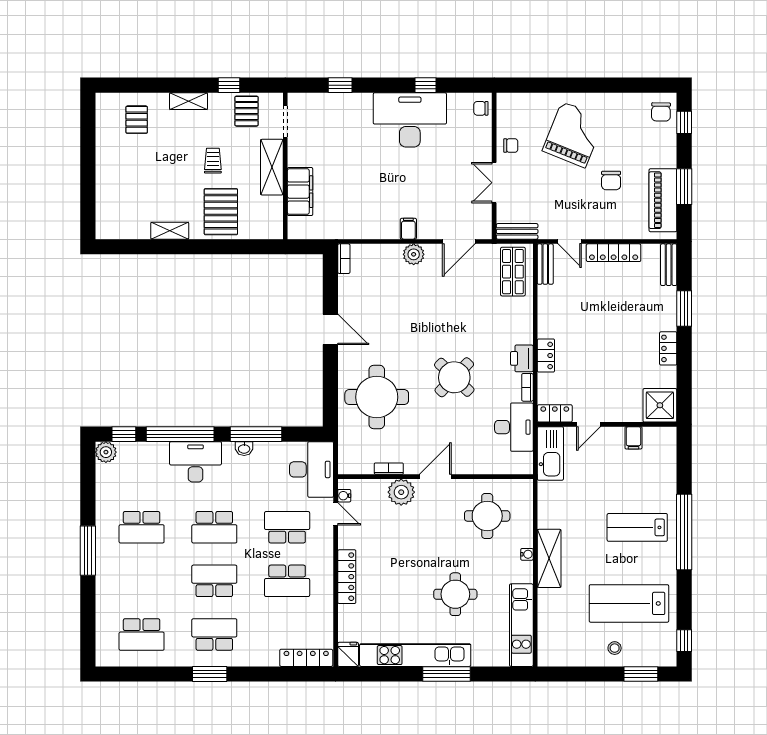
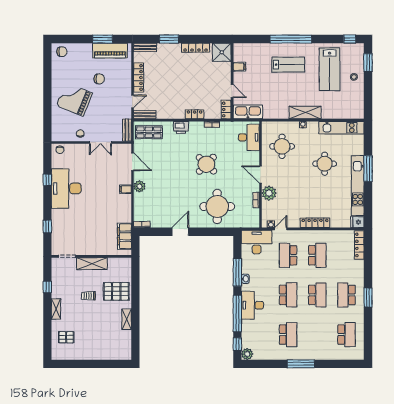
pallet: (247, 111) -> (61, 277), removed
window: (684, 122) -> (68, 39), removed
filing cabinet: (300, 192) -> (124, 236), moved, turned -90
locker: (668, 348) -> (196, 48), width x1.53
printer: (522, 358) -> (181, 127), moved
desk: (514, 427) -> (249, 137), moved, turned 90
lab bench: (637, 527) -> (288, 65), turned -90
school desk: (214, 581) -> (317, 295), turned 180

